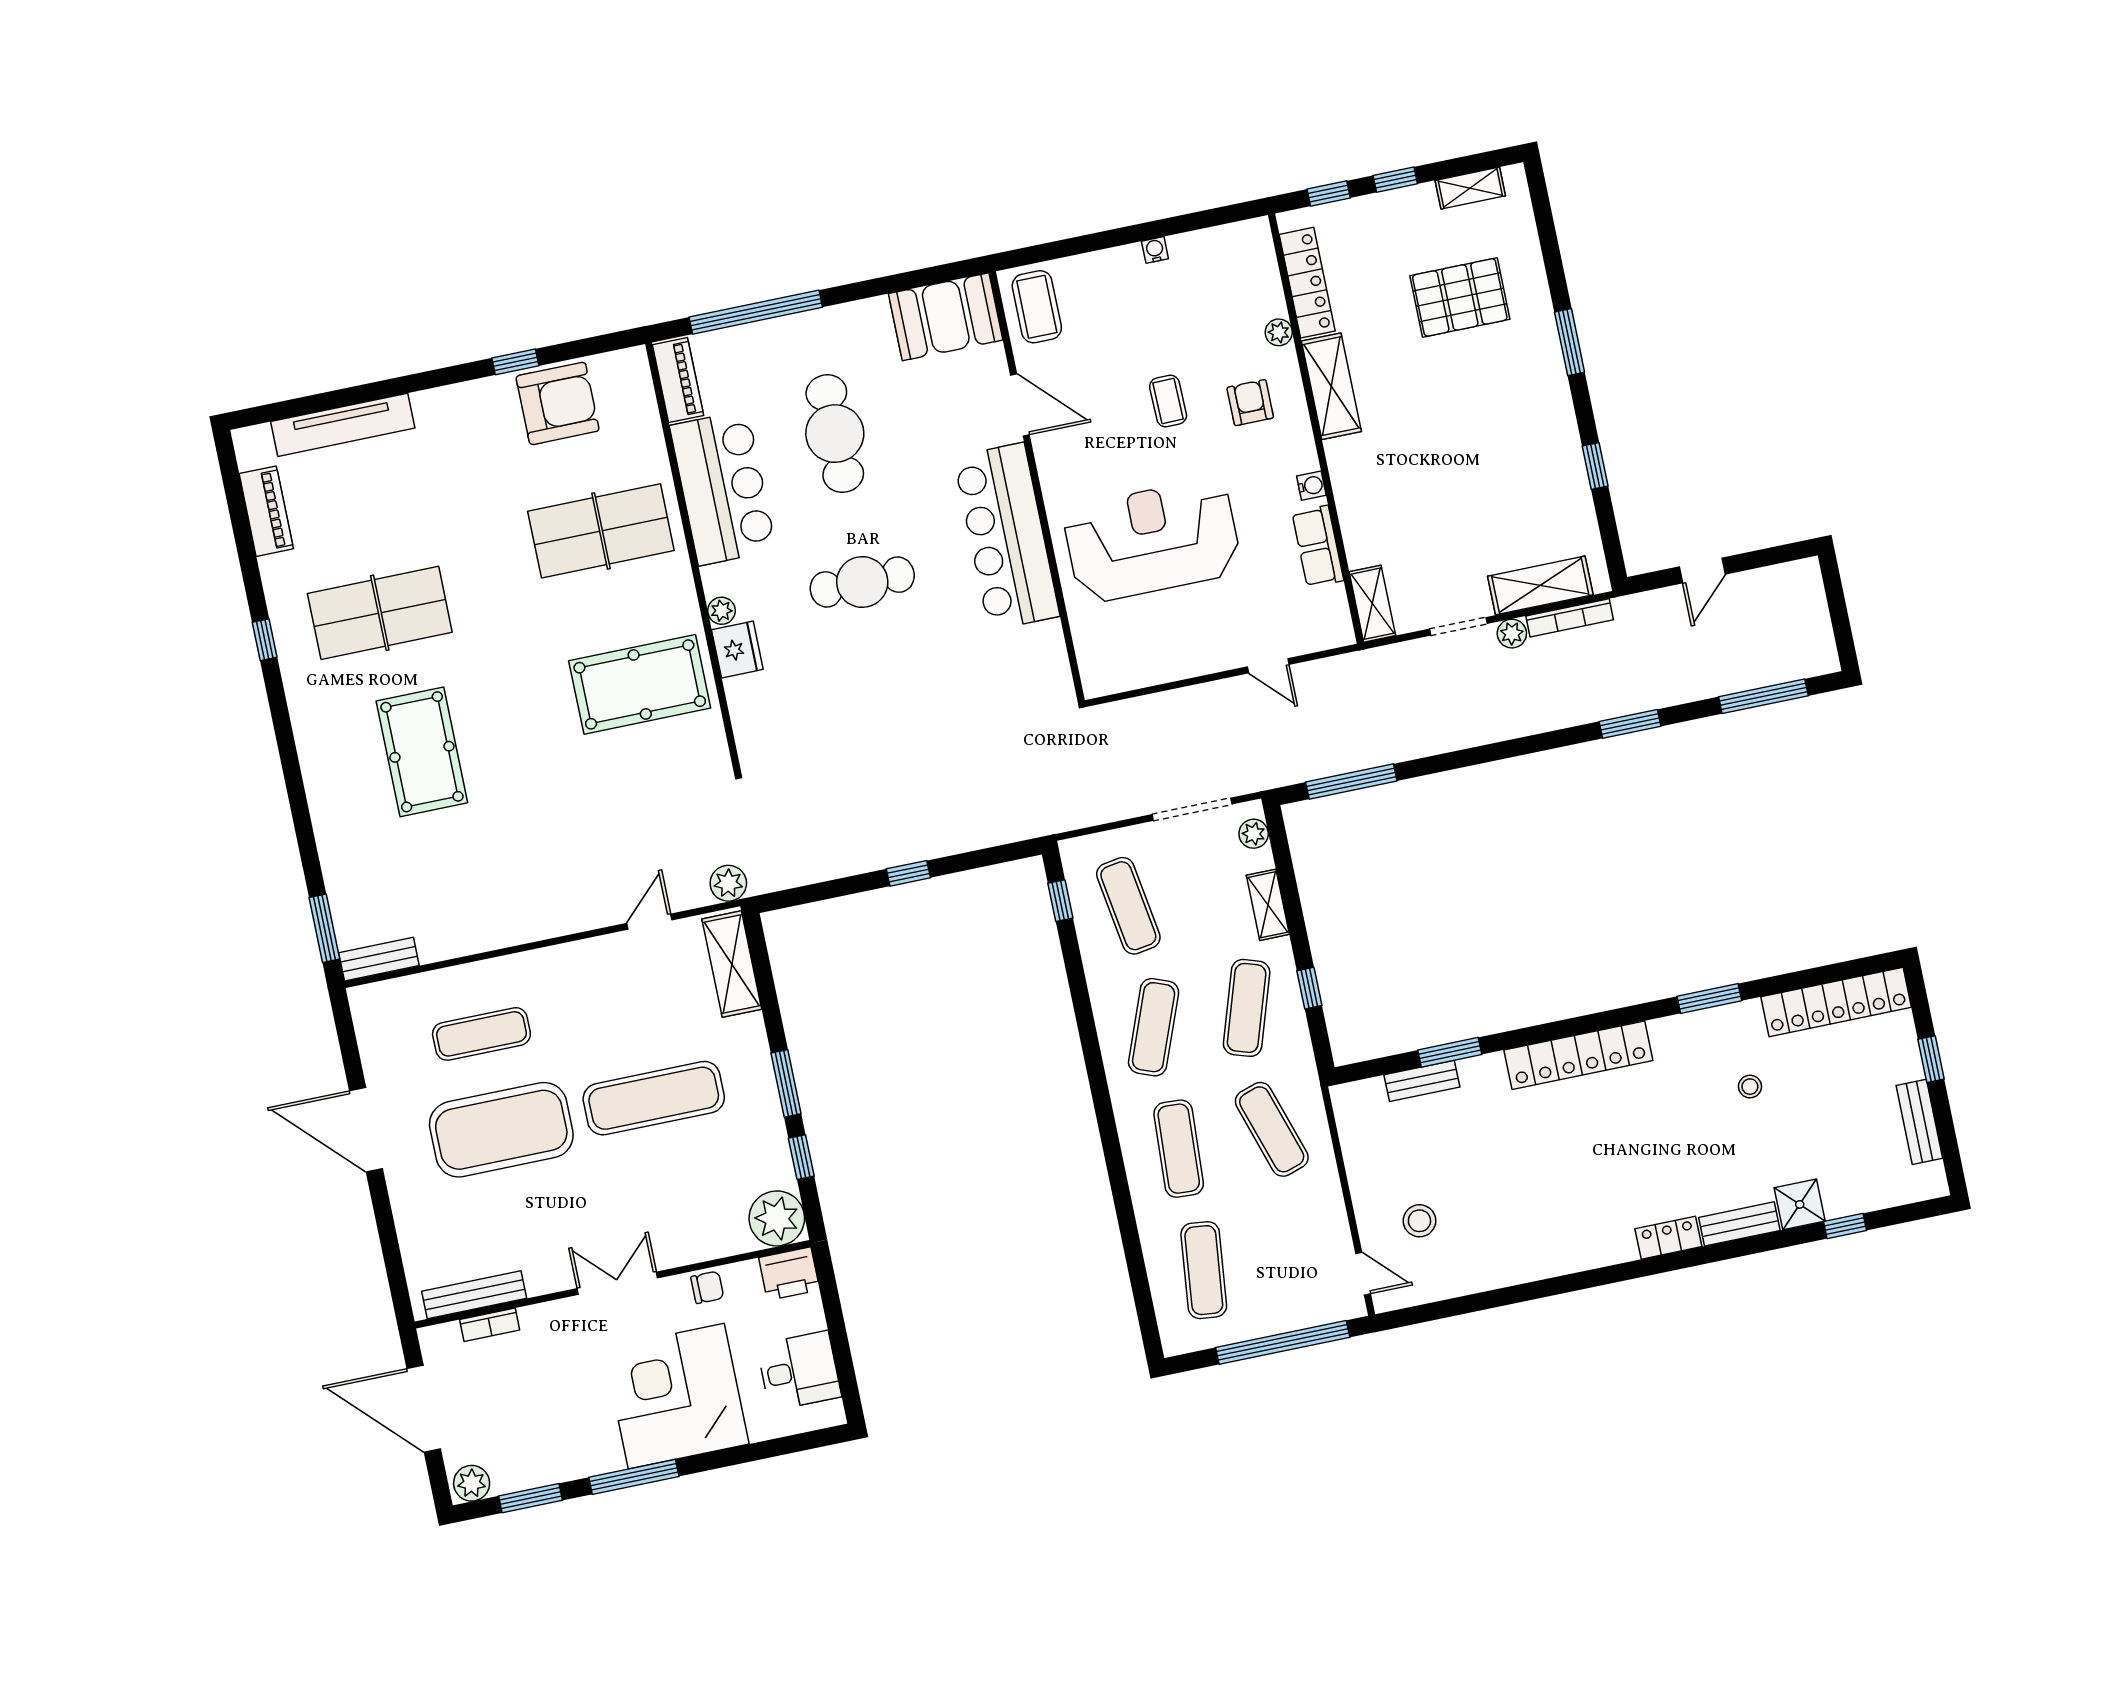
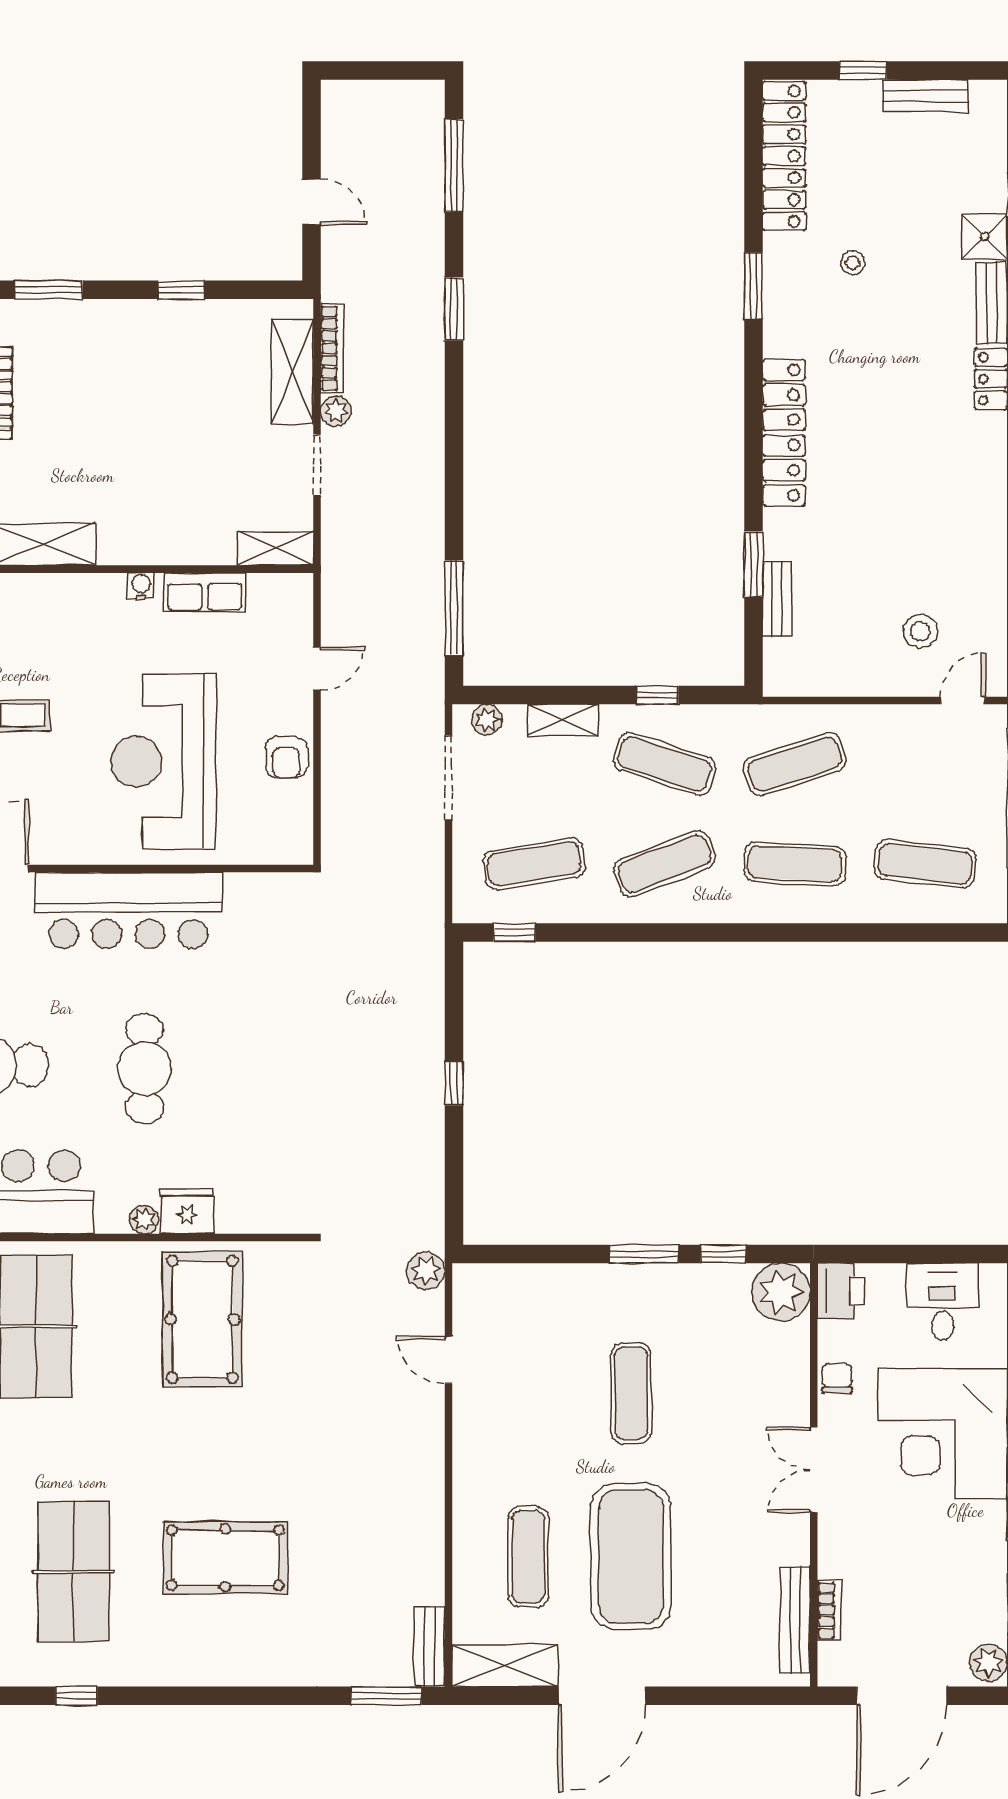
armchair: (1250, 403) -> (286, 757), moved, turned -90
shelving: (732, 964) -> (505, 1666), moved
exercise mat: (1154, 1027) -> (665, 864), turned -42
exercise mat: (654, 1098) -> (631, 1393), width x0.73, depth x0.69

